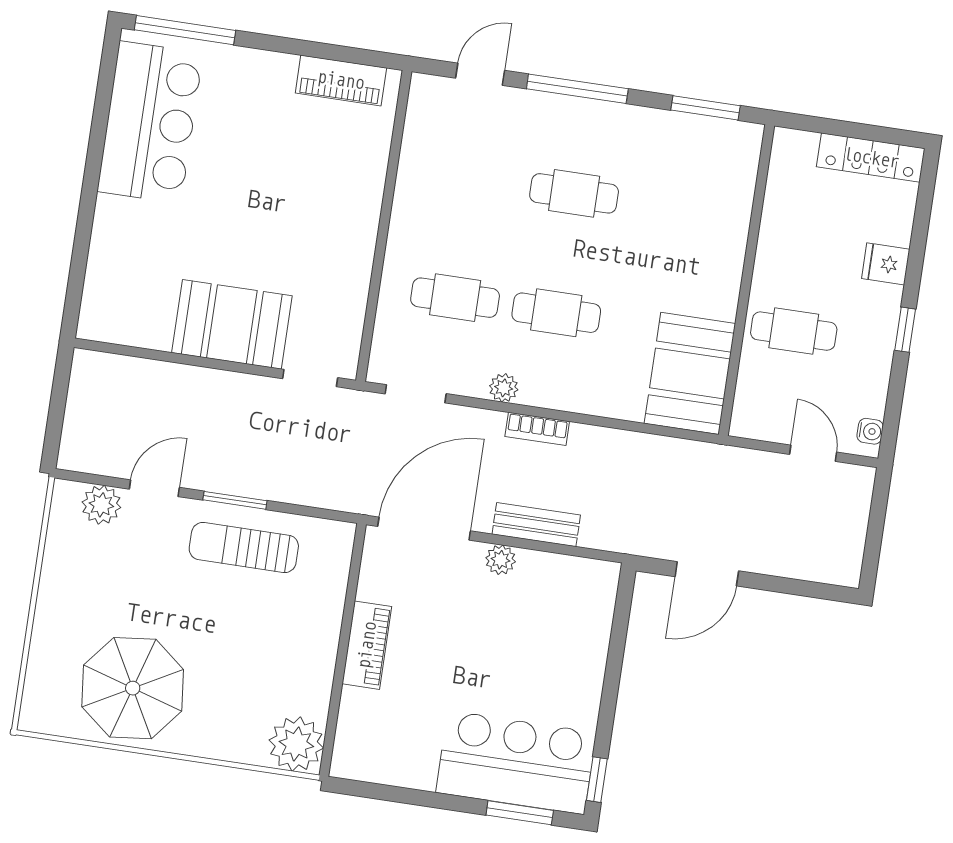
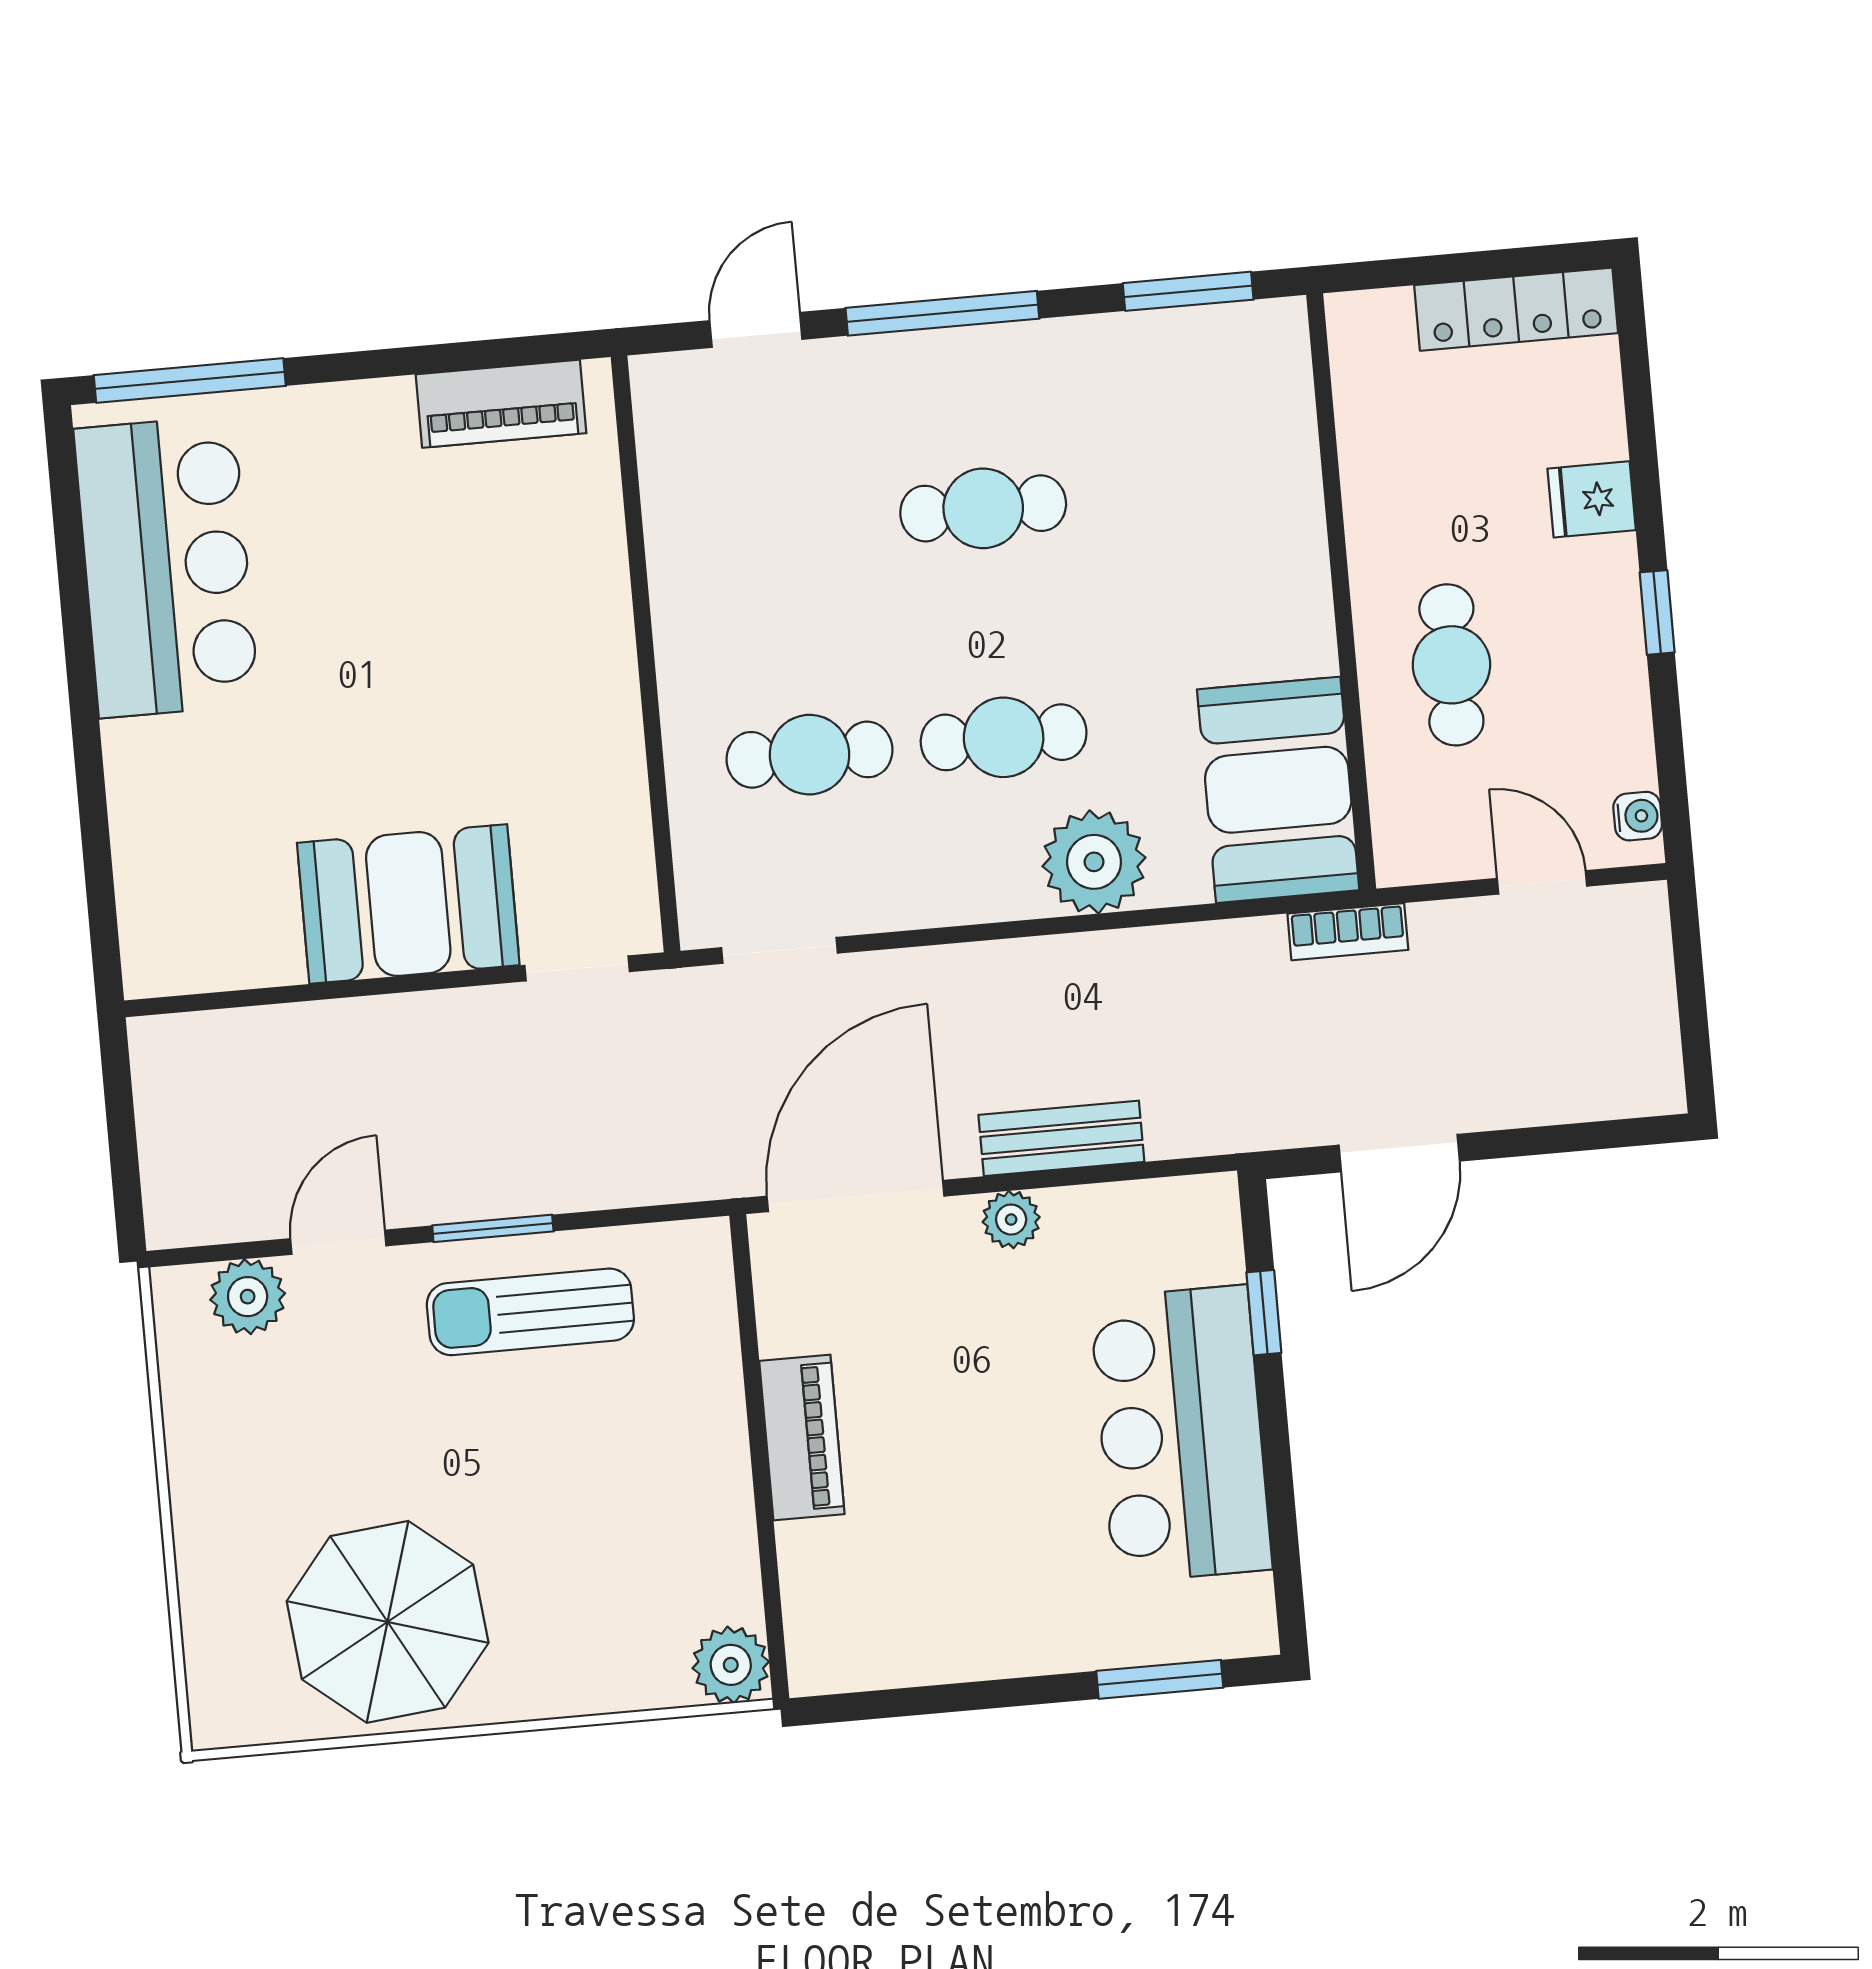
cafe table: (794, 331) -> (1451, 665), turned 90
plant: (504, 388) -> (1094, 862), moved, width x1.87, depth x1.87
bookcase: (537, 429) -> (1348, 932), moved
plant: (296, 744) -> (731, 1665), width x0.73, depth x0.73
bar counter: (516, 763) -> (1181, 1434), moved, turned -90
window: (597, 780) -> (1264, 1313), moved

